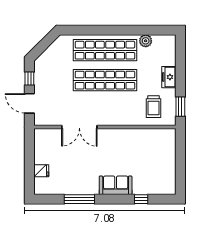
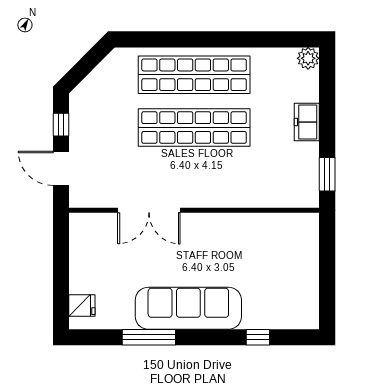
plant: (146, 41) -> (308, 58), moved
trolley: (153, 107) -> (280, 174), removed
fridge: (41, 171) -> (82, 306), moved
sofa: (116, 185) -> (188, 308), width x1.85, depth x1.27

